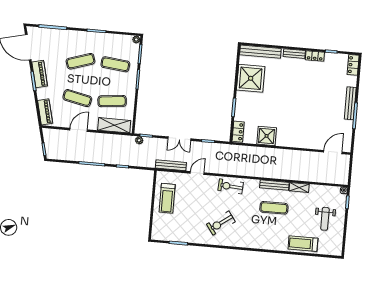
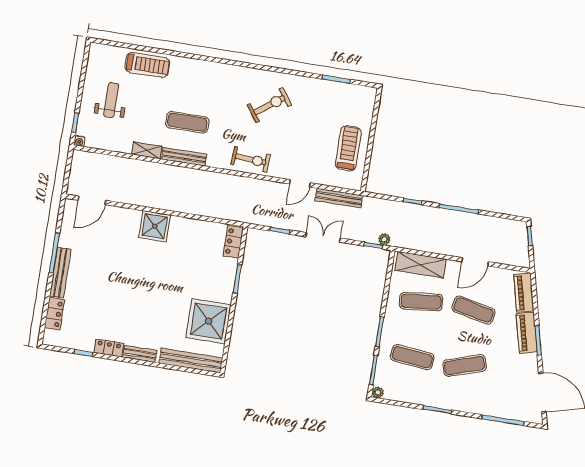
locker: (353, 65) -> (55, 314), moved
piano: (40, 74) -> (527, 333), moved
shower: (267, 136) -> (155, 226), moved

